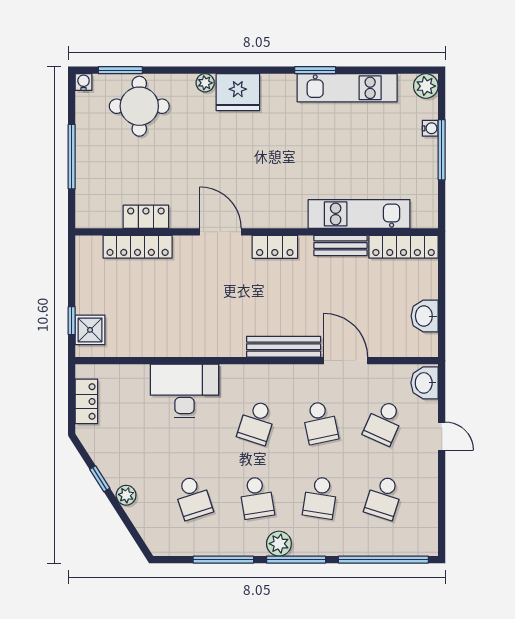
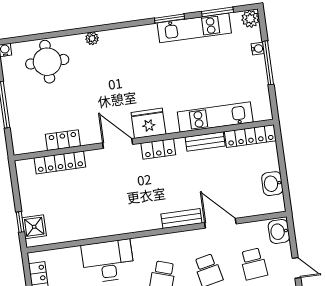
window: (120, 70) -> (218, 12), moved
fridge: (238, 92) -> (148, 123), moved, turned 180
bench: (284, 347) -> (181, 219), width x0.73
school desk: (384, 422) -> (254, 264), turned -30

